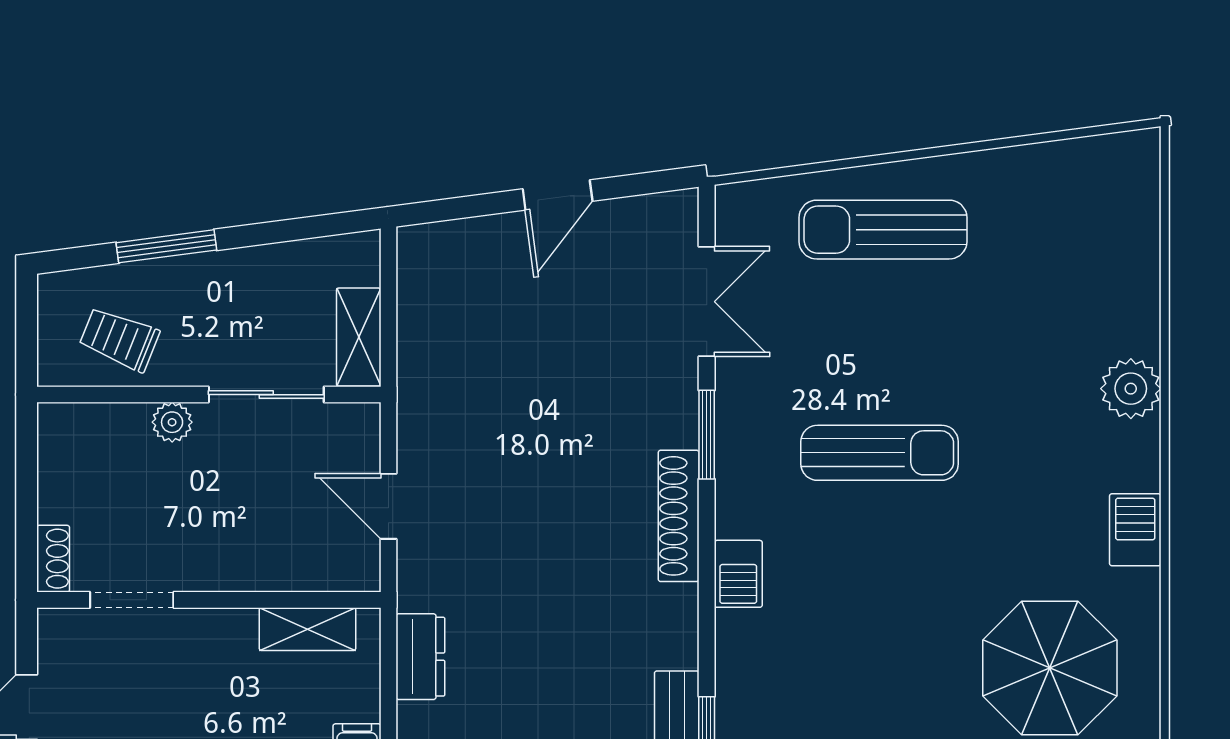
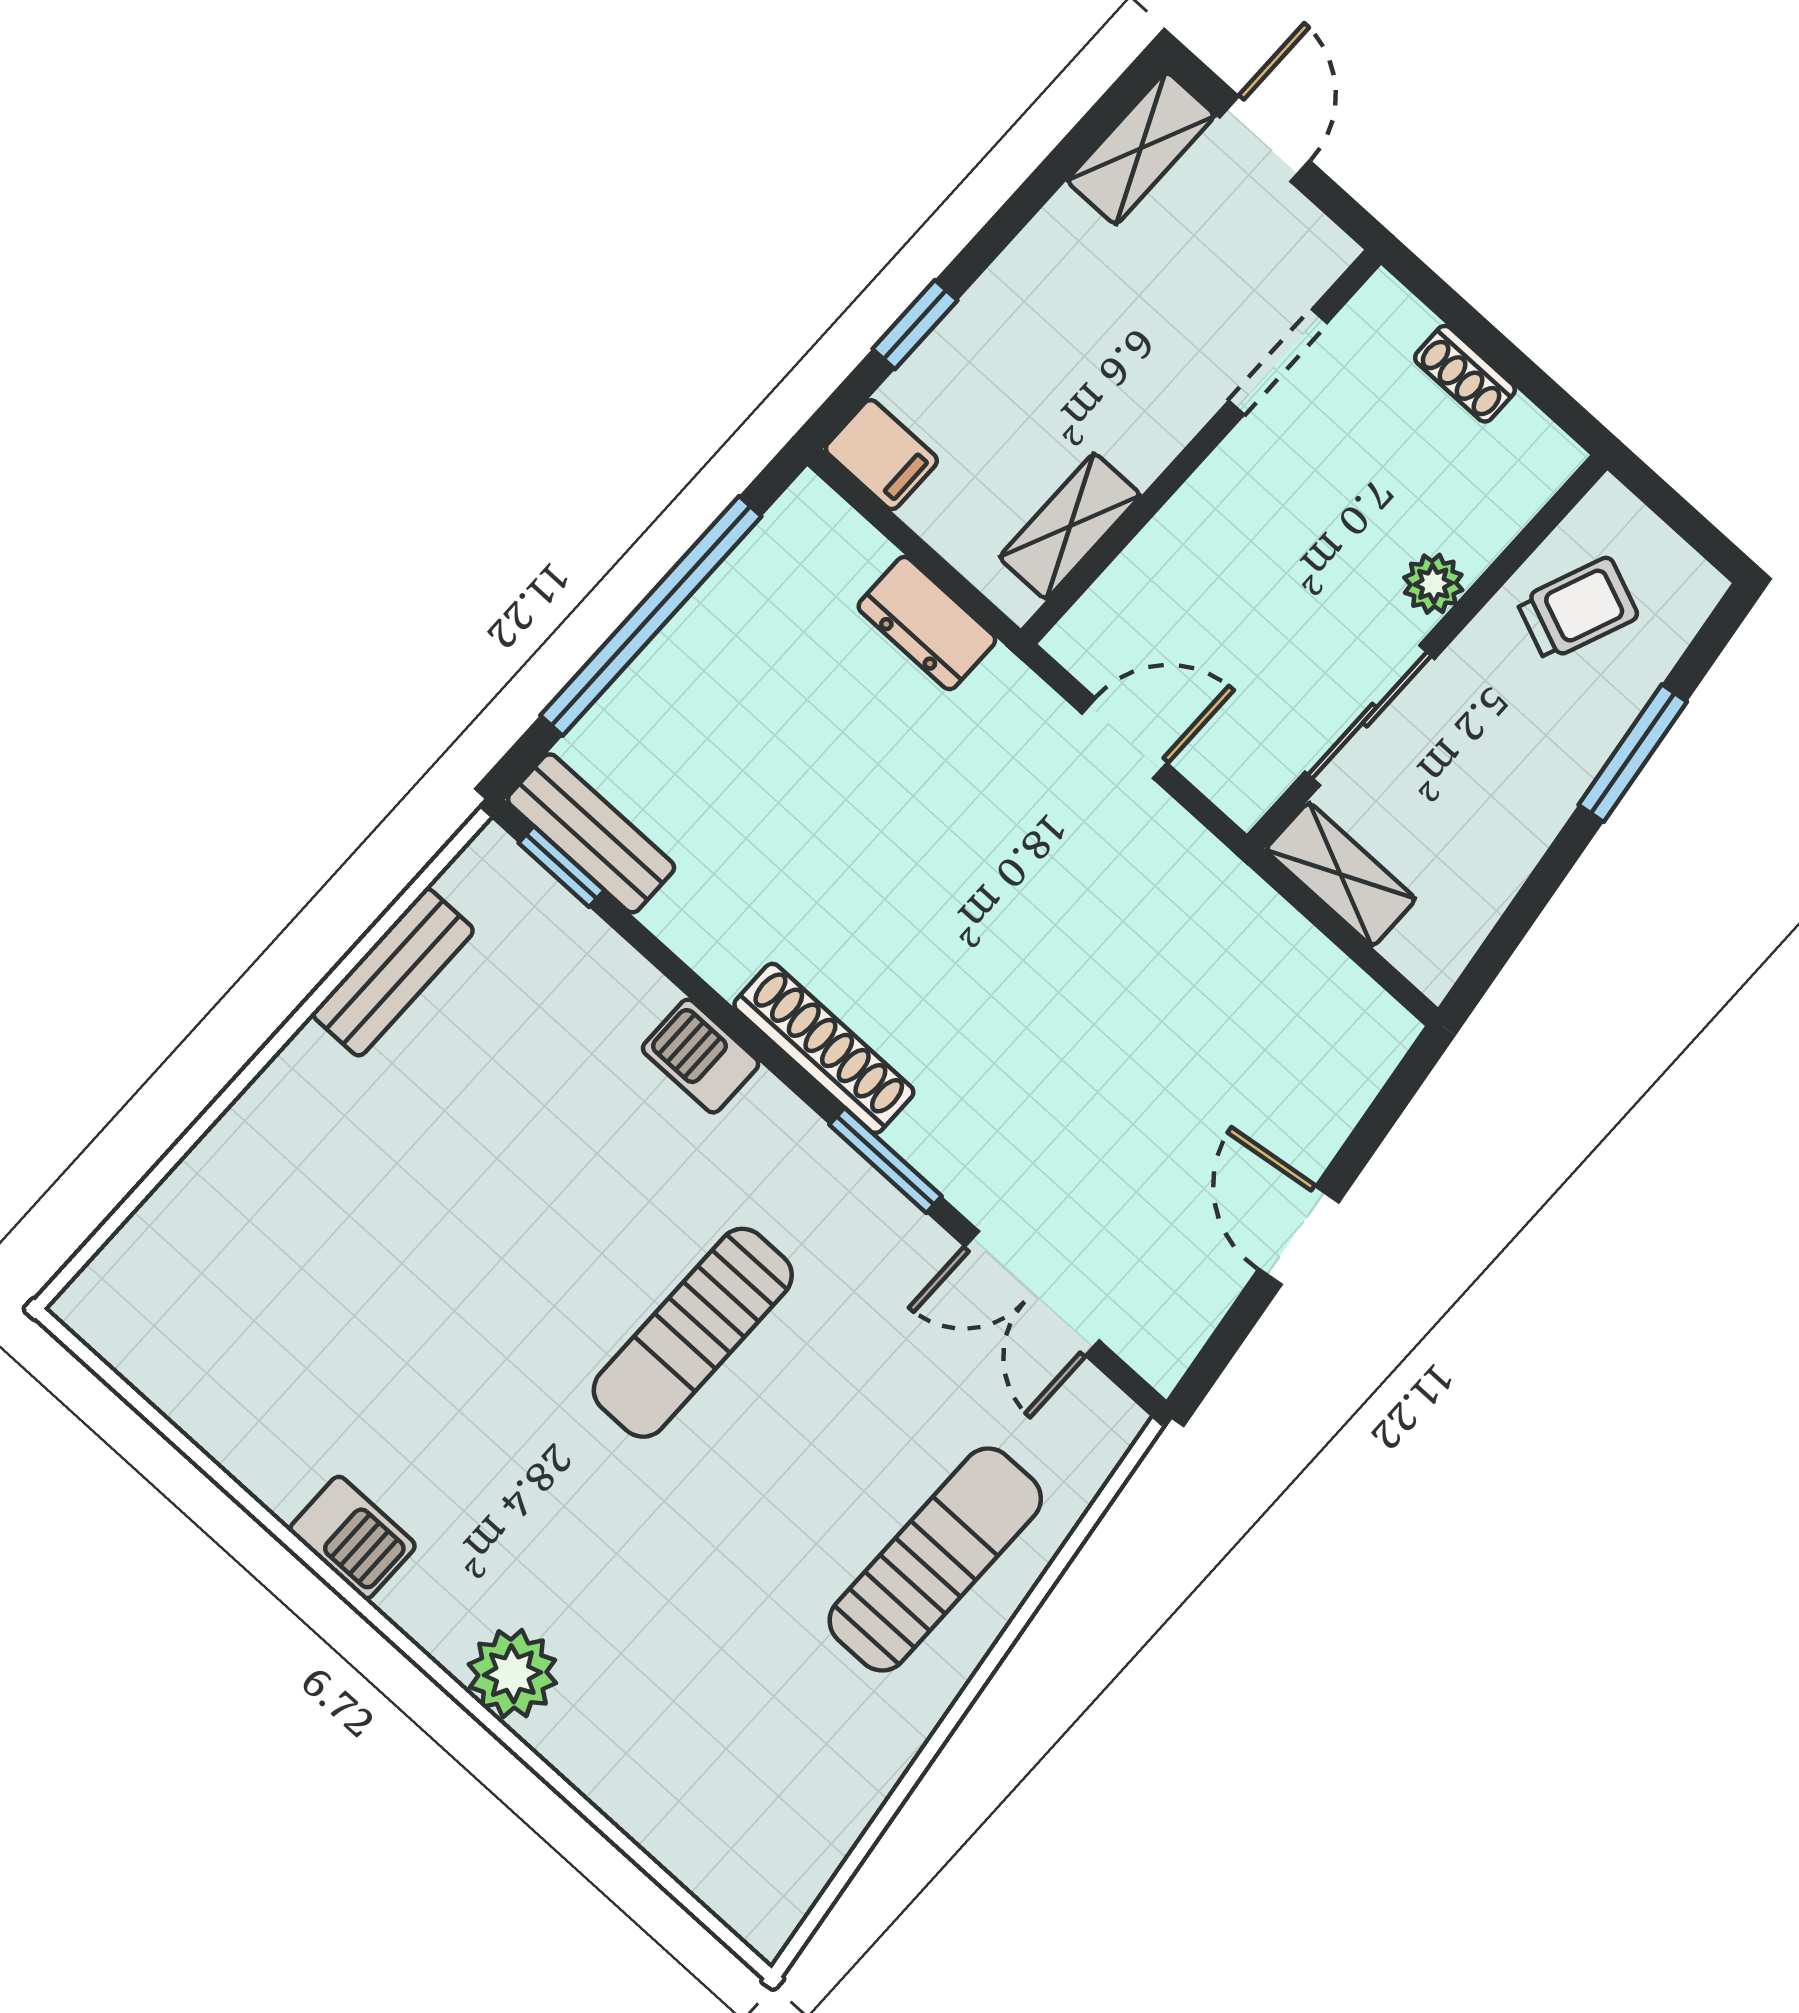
shoe rack: (53, 559) -> (1465, 374), moved
parasol: (1050, 668) -> (285, 1305), removed

